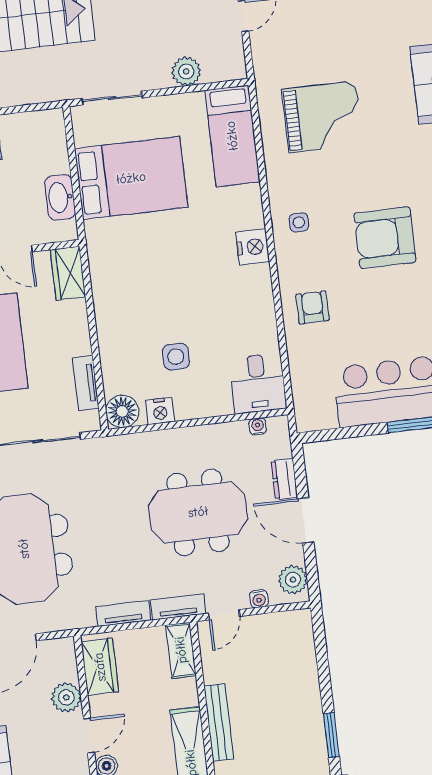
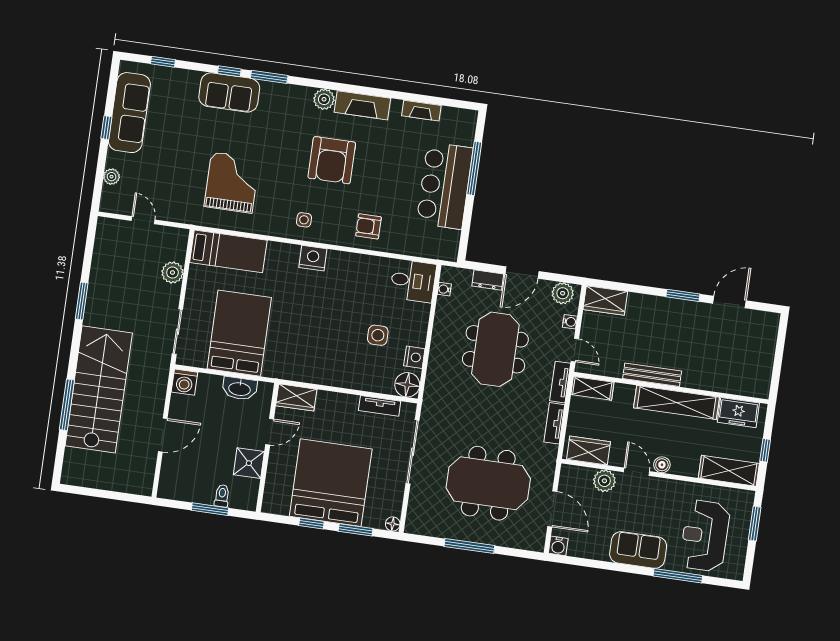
washing machine: (50, 124) -> (184, 382), added
wardrobe: (298, 637) -> (605, 300), added

